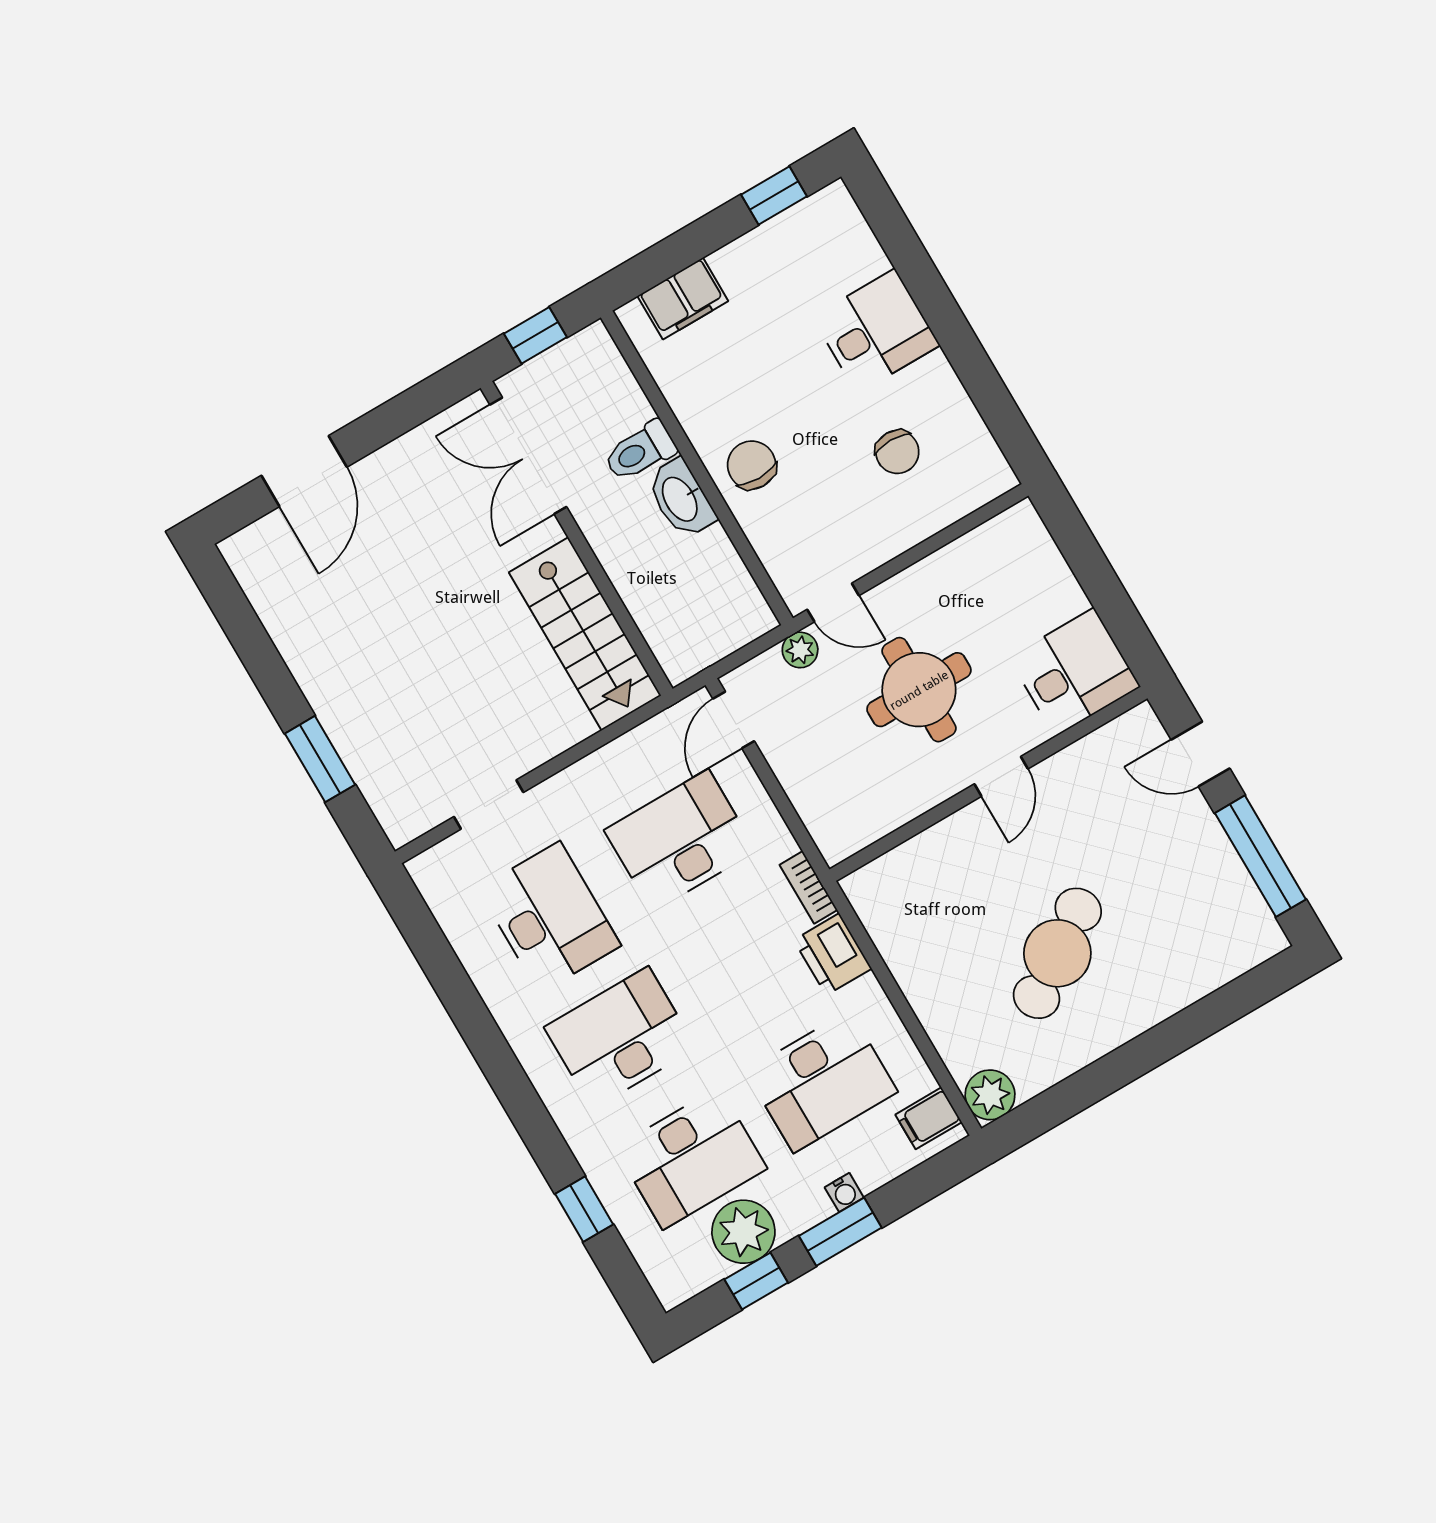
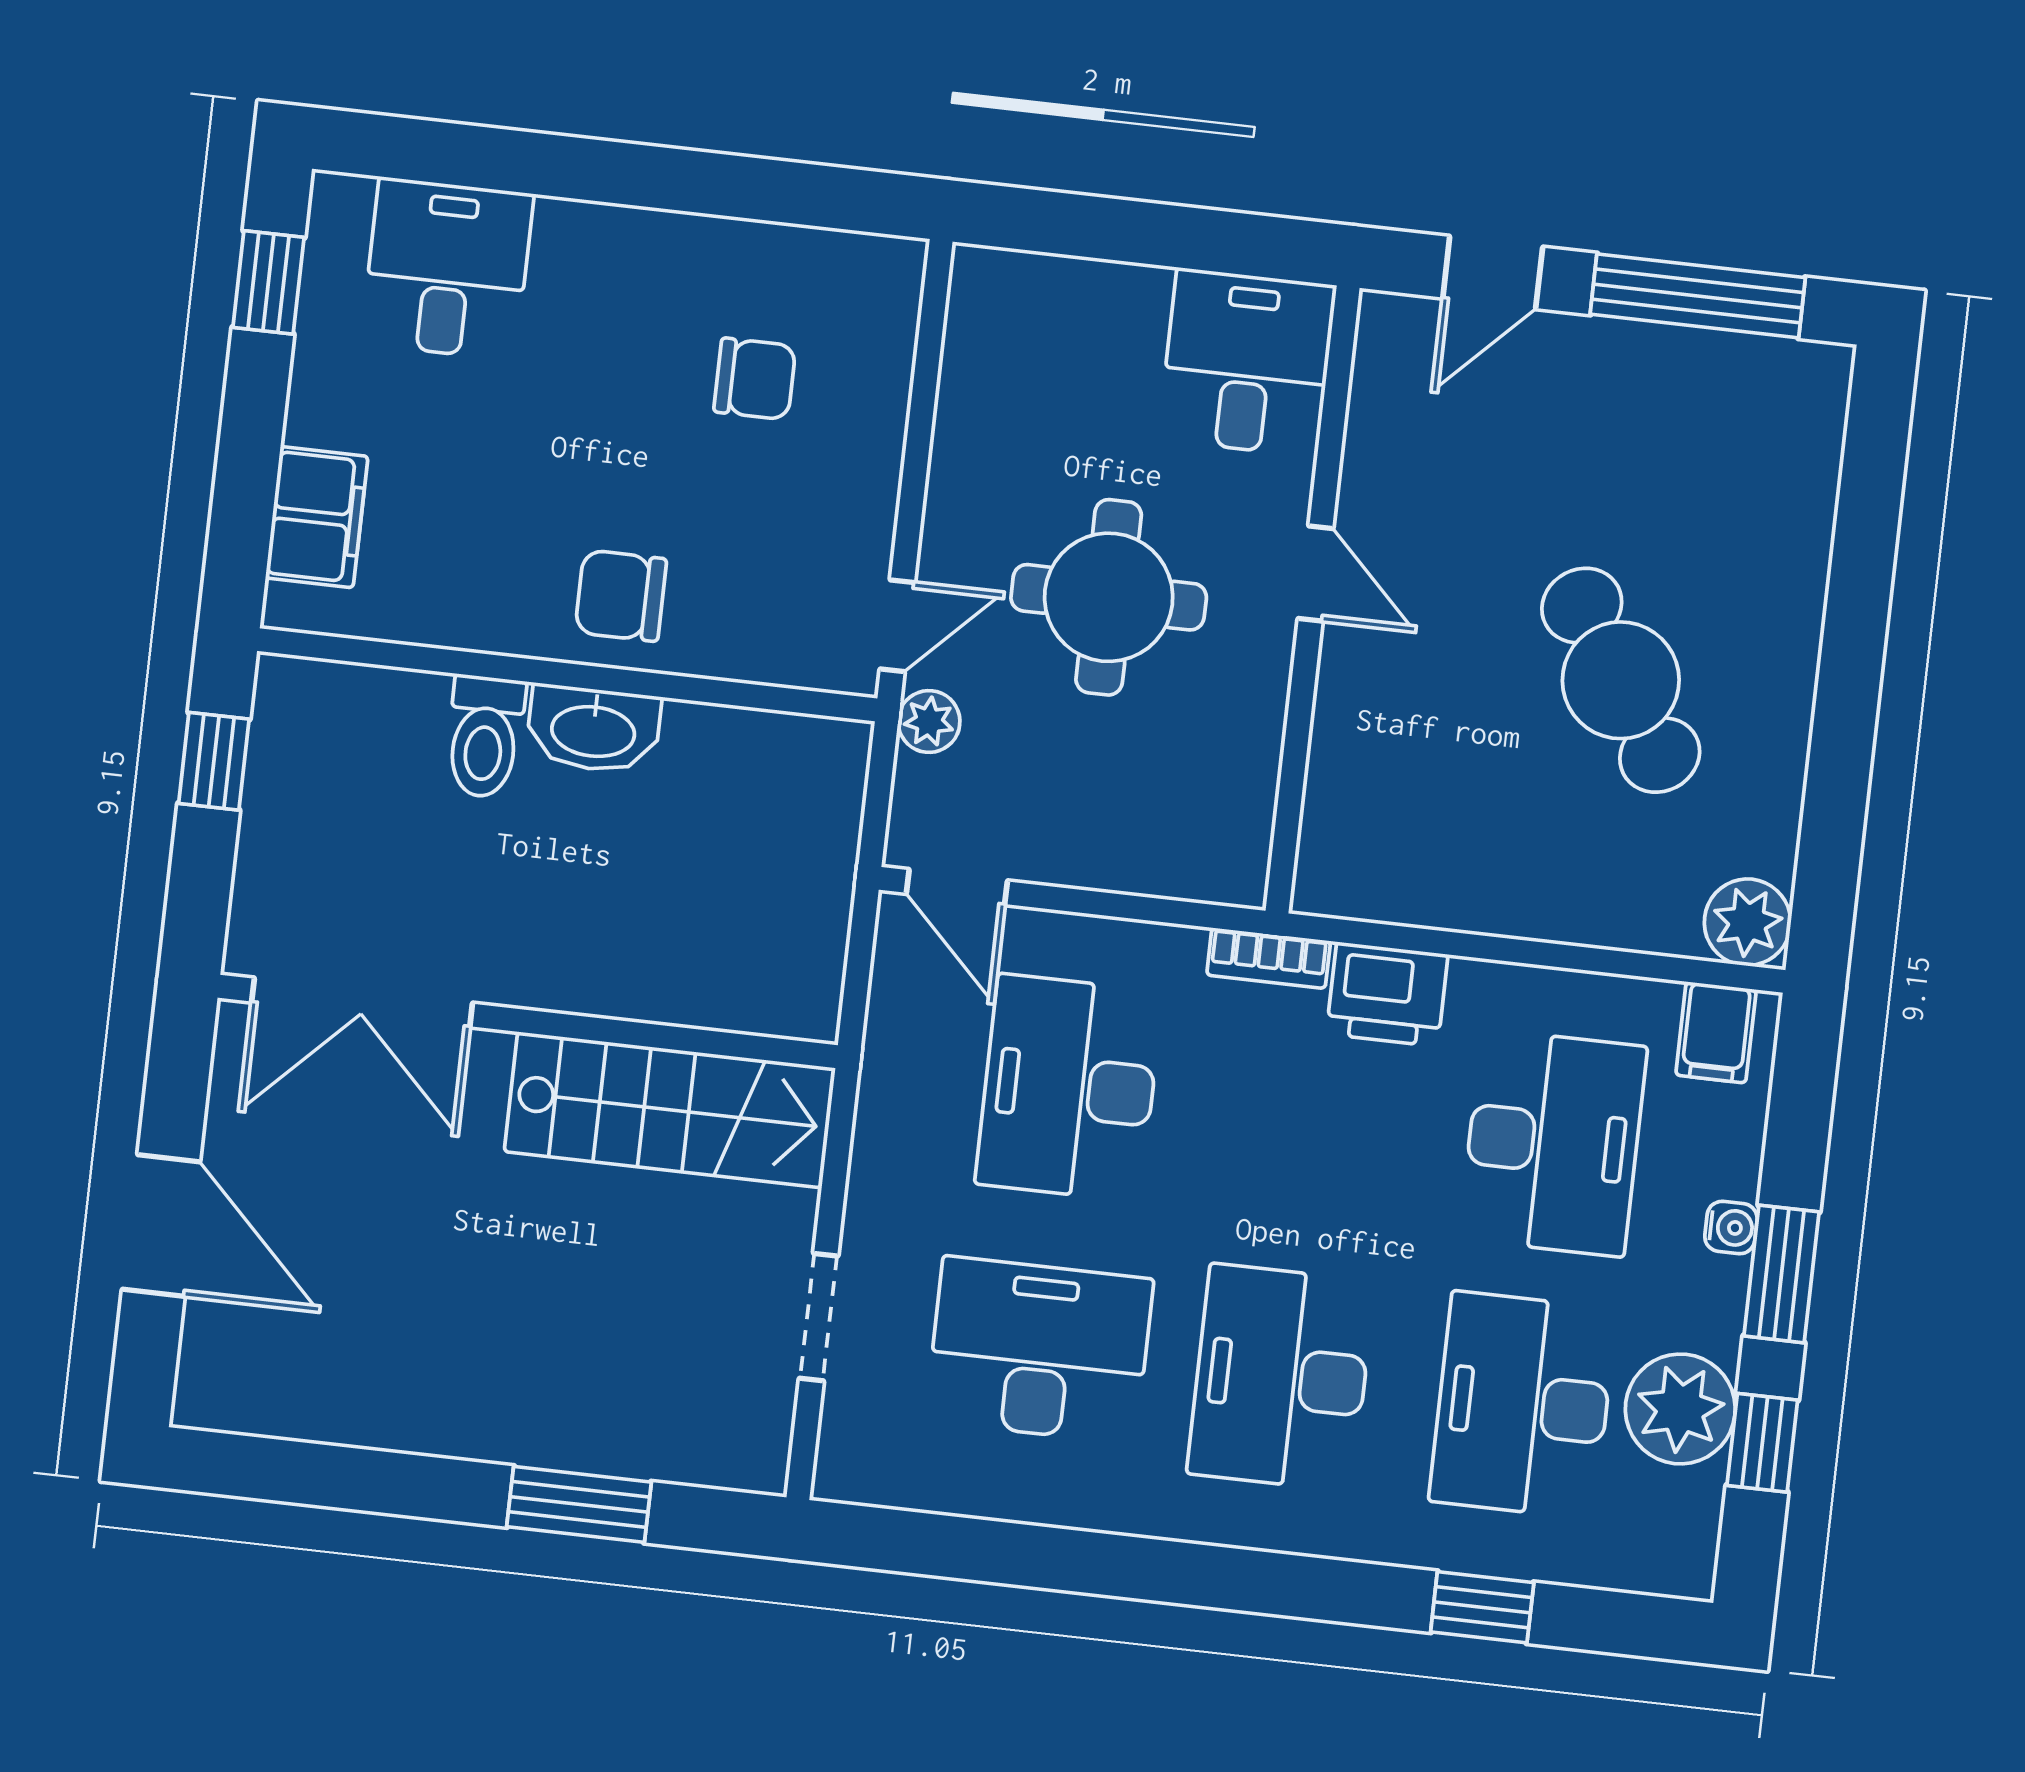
desk: (876, 331) -> (447, 269), moved
double door: (528, 456) -> (362, 1003), moved
wall: (577, 538) -> (528, 1021), moved
stairs: (585, 634) -> (670, 1110), moved
desk: (691, 1158) -> (1523, 1405), turned 180

